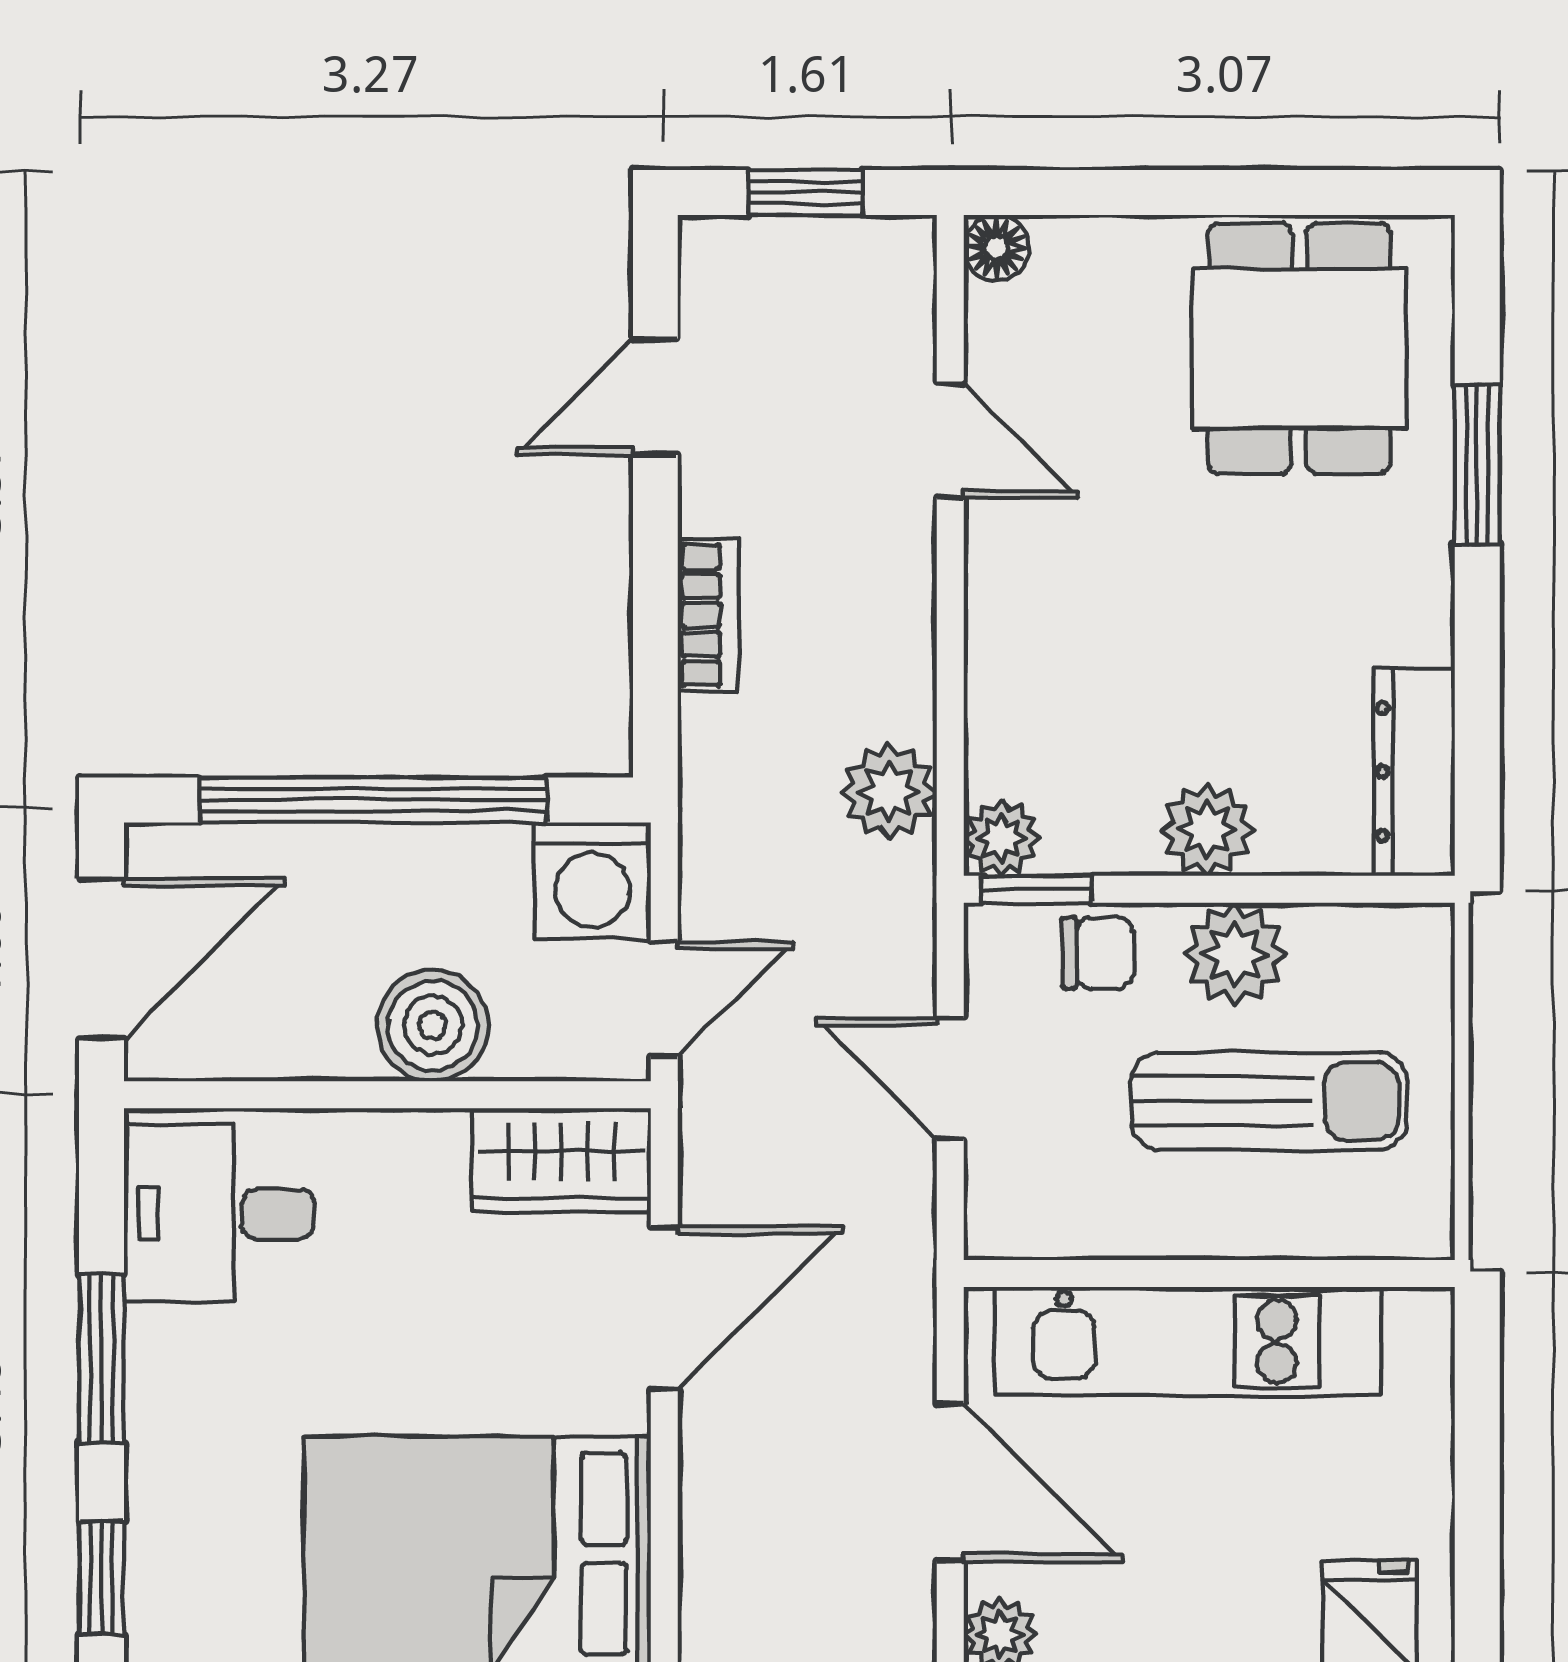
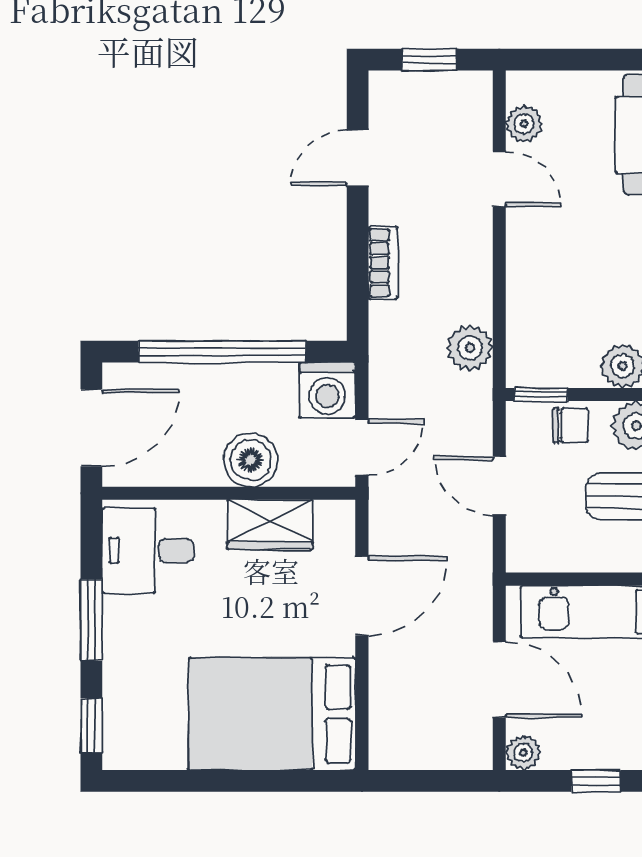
floor lamp: (996, 248) -> (522, 86), removed
plant: (1002, 838) -> (524, 124), moved
wardrobe: (562, 1160) -> (270, 525), moved

